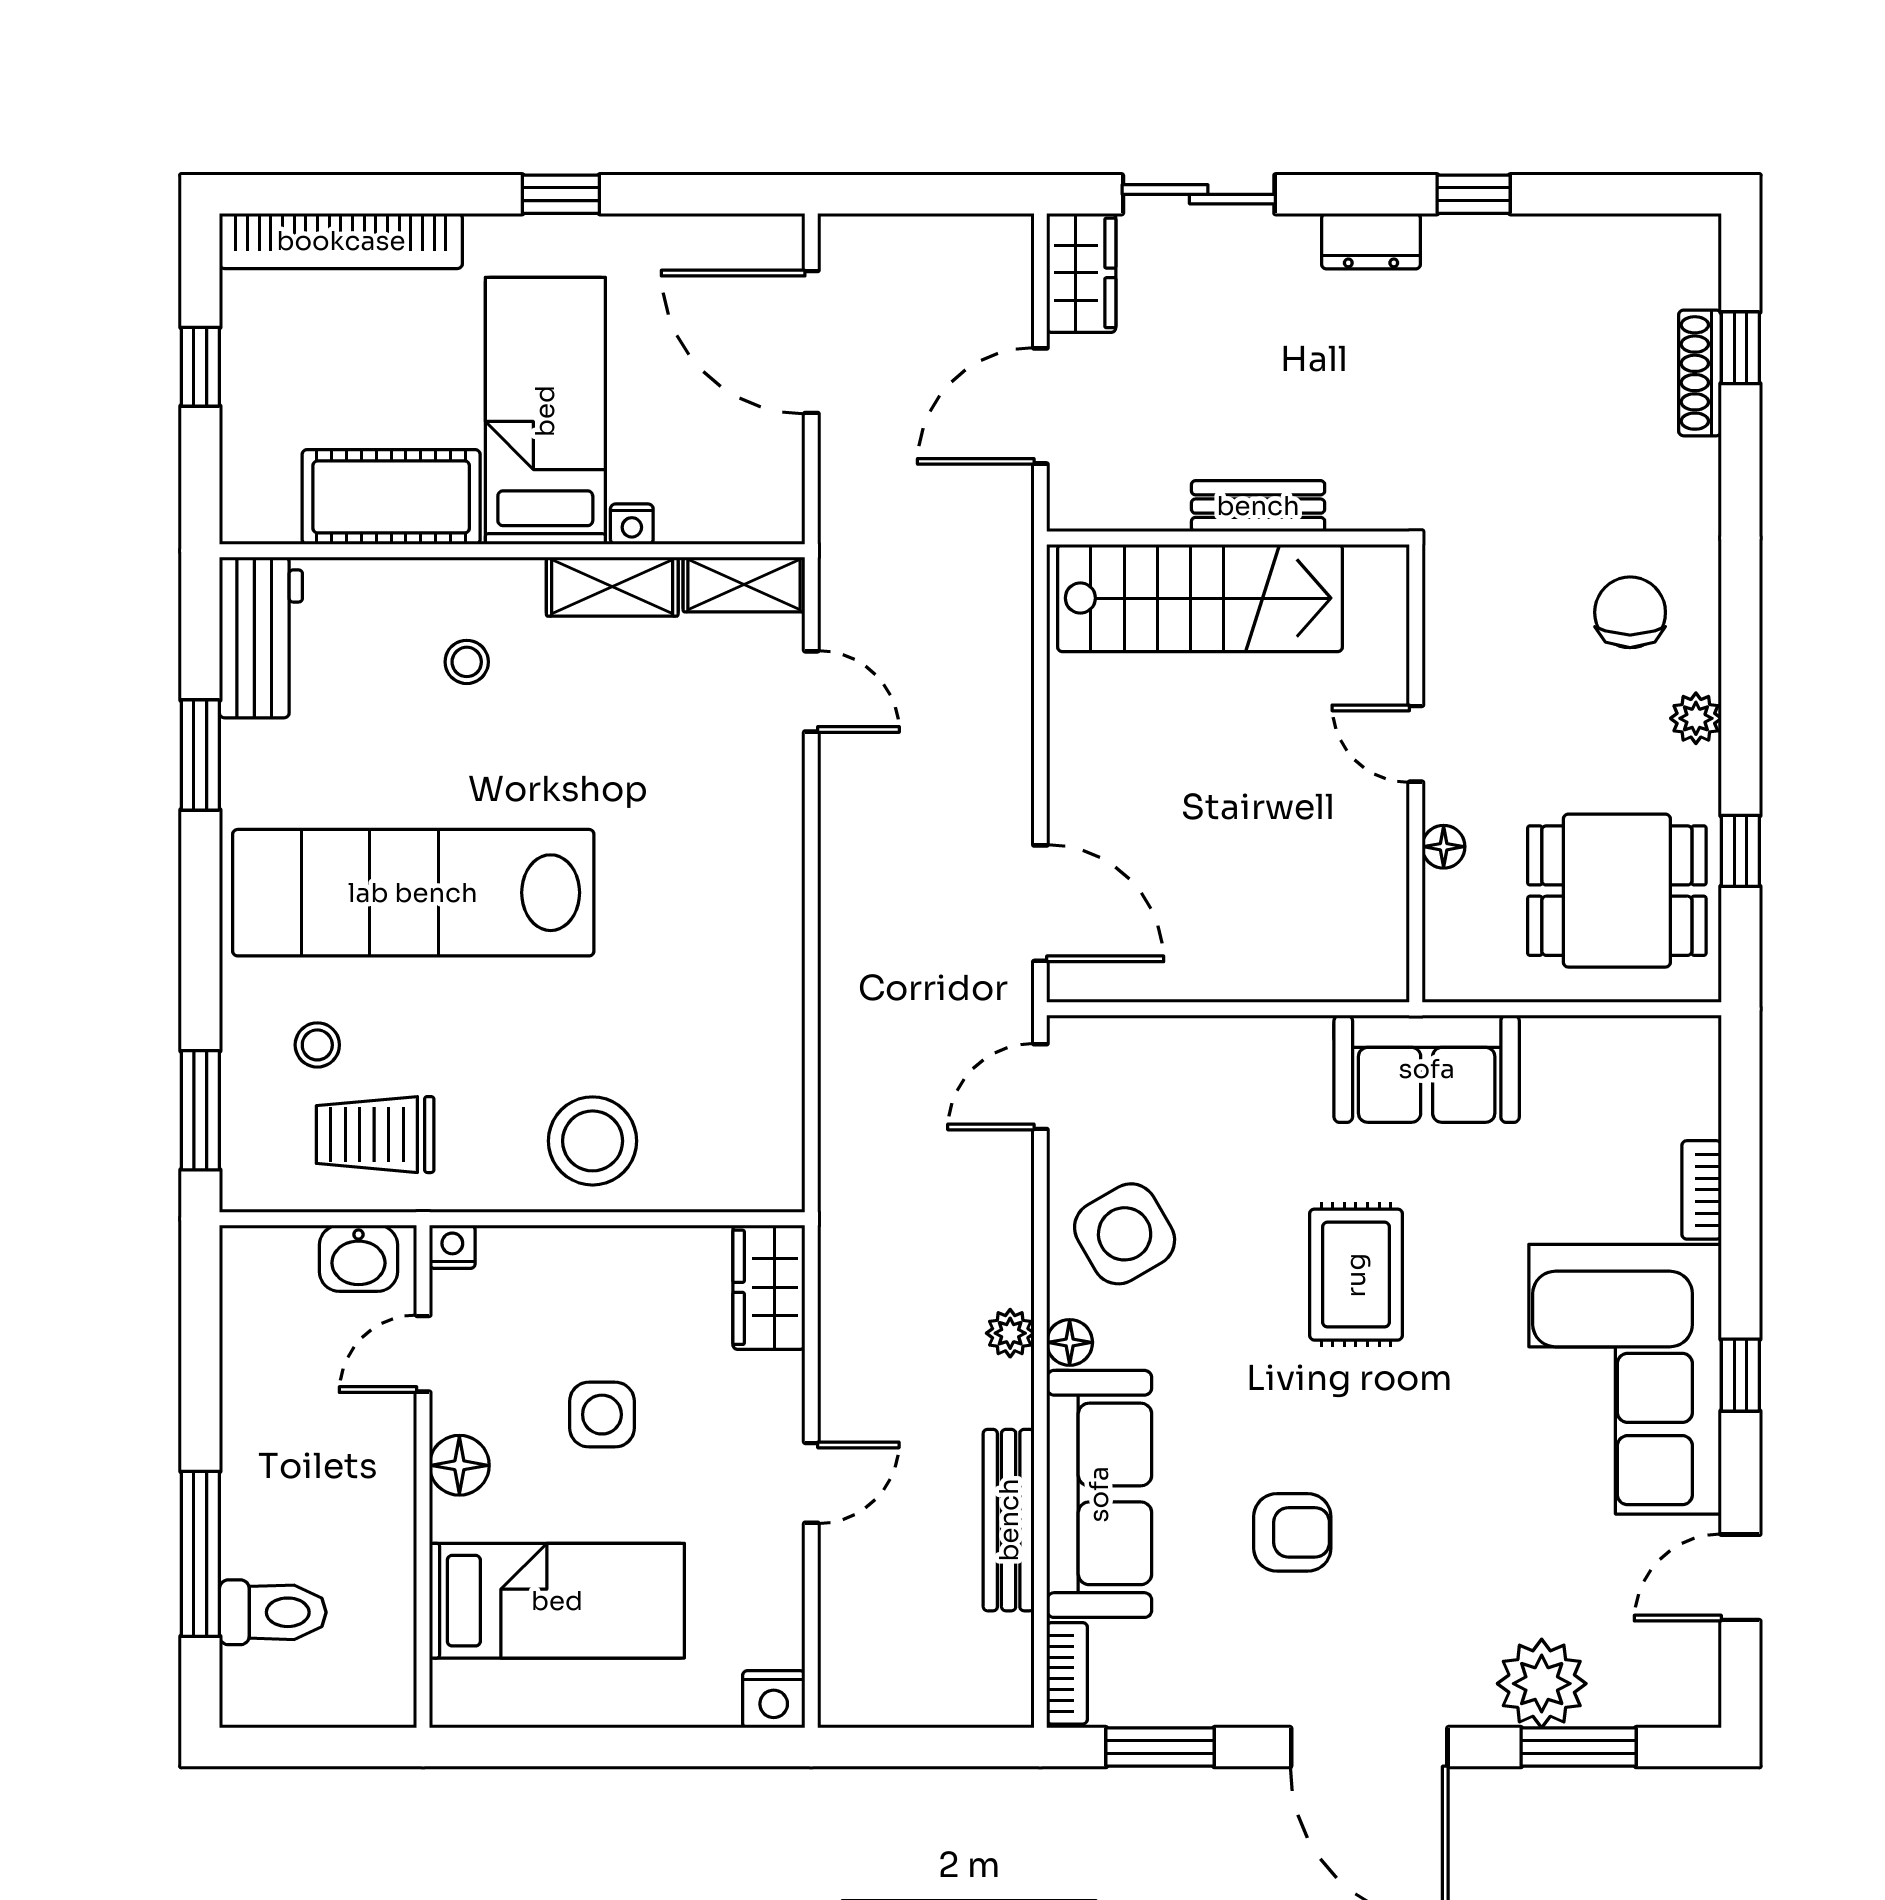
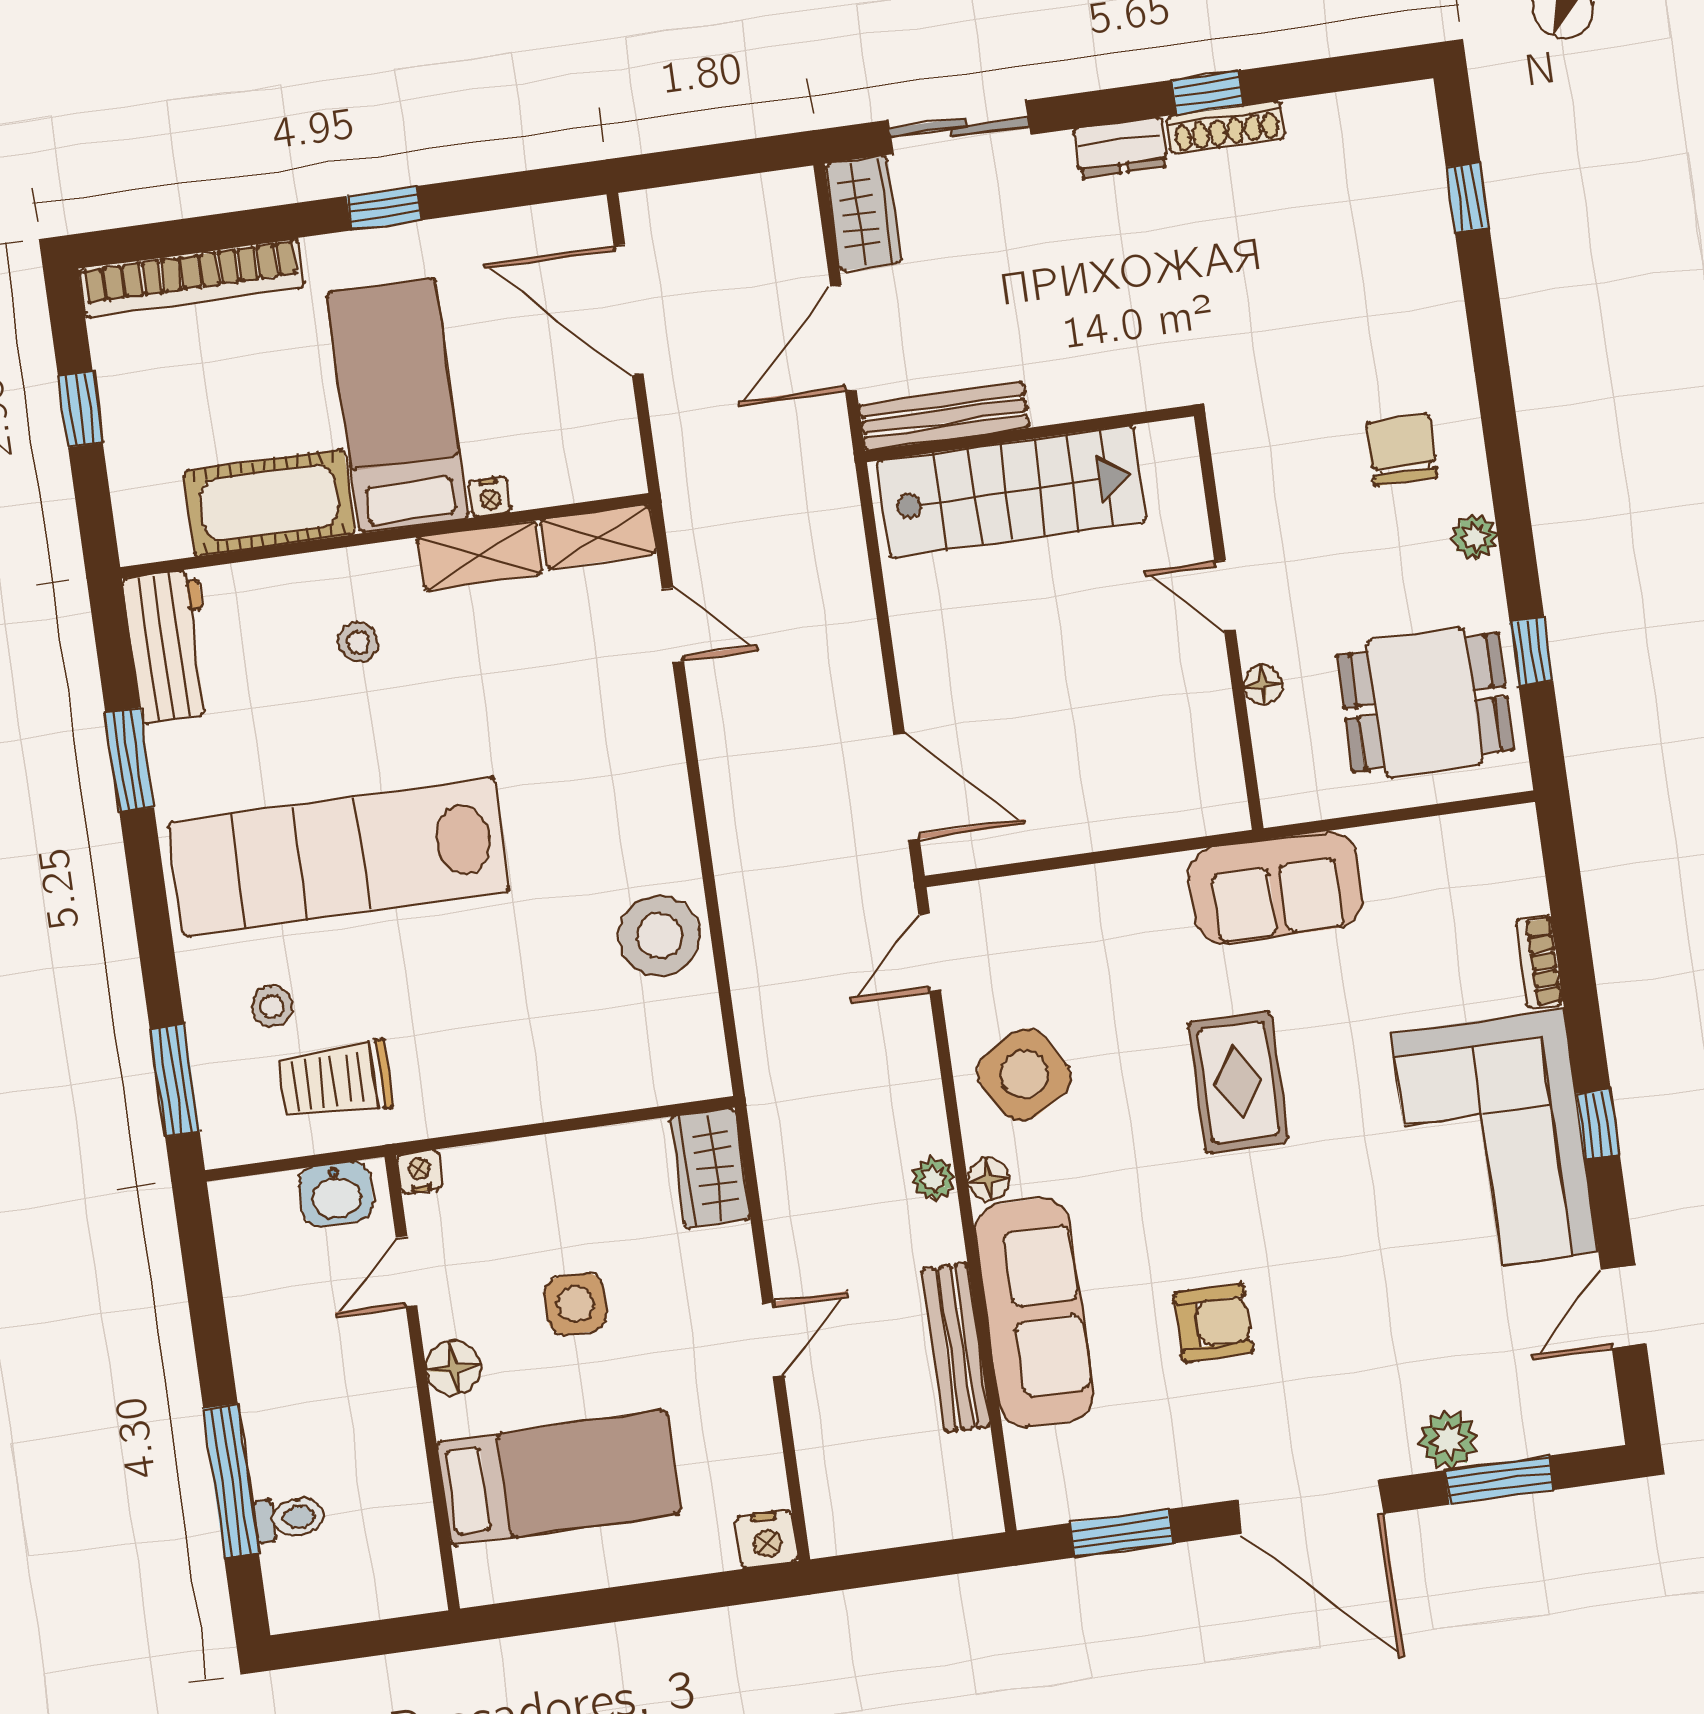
shoe rack: (1700, 373) -> (1226, 127), moved, turned -90
bench: (1258, 506) -> (944, 416), moved, width x1.36
stool: (593, 1141) -> (659, 936), moved
toilet: (273, 1612) -> (289, 1518), width x0.73, depth x0.72
bookcase: (1067, 1673) -> (1028, 1479), removed
plant: (1542, 1684) -> (1449, 1440), width x0.73, depth x0.73

